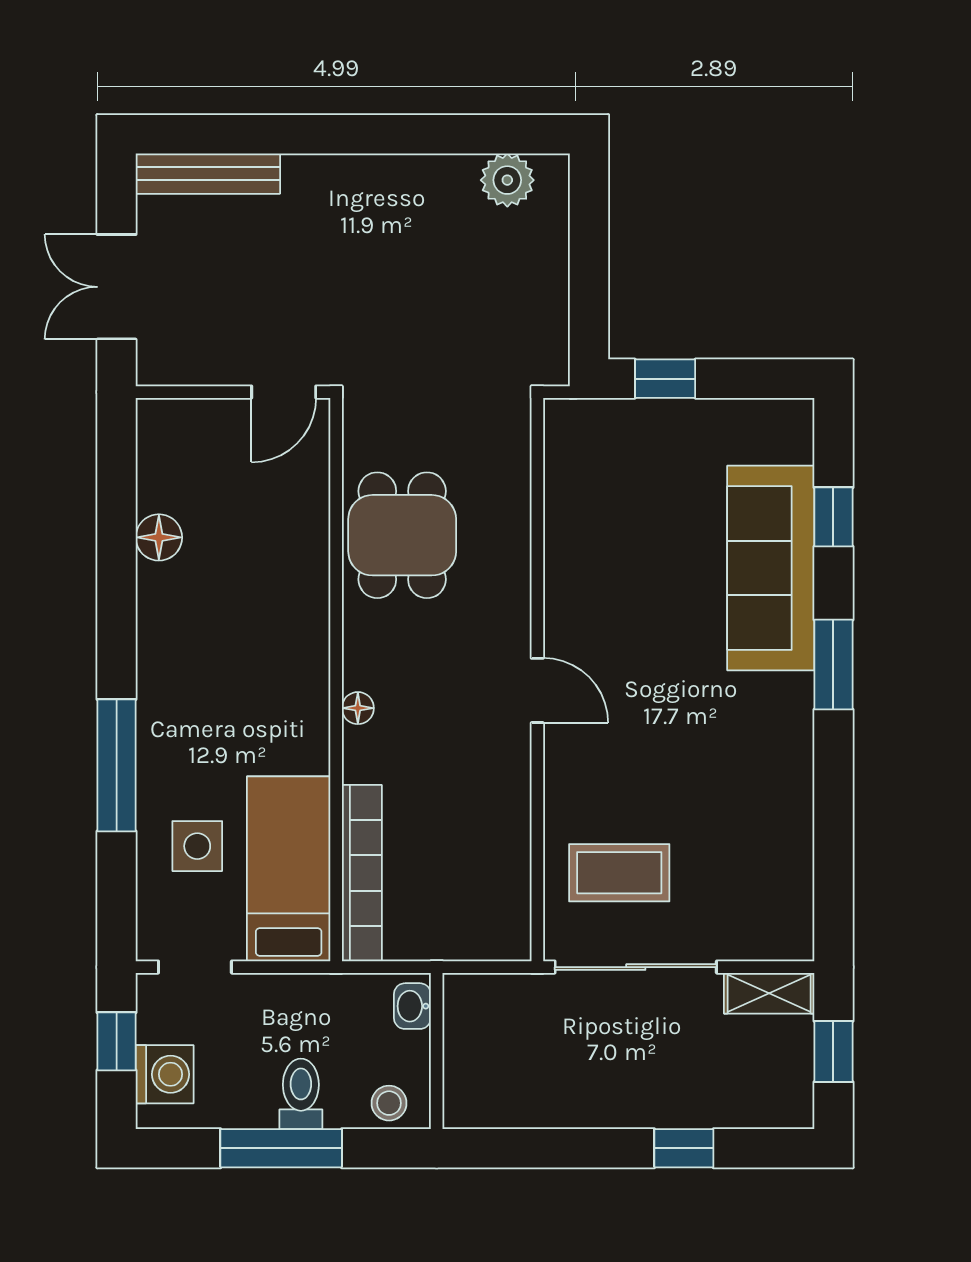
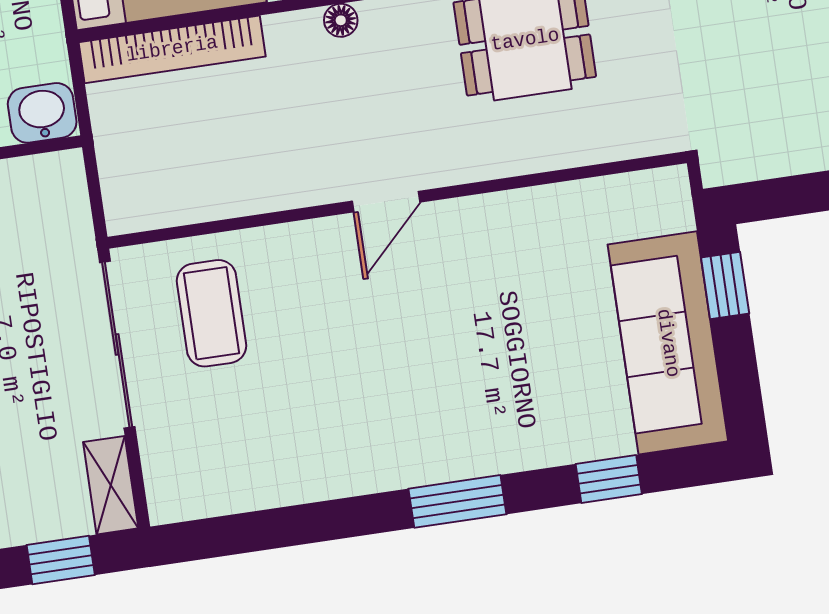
sofa: (771, 568) -> (668, 343), moved, turned -90
washbasin: (412, 1006) -> (42, 113), width x1.38, depth x1.45

